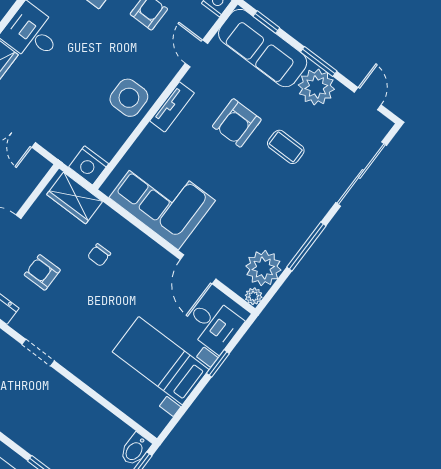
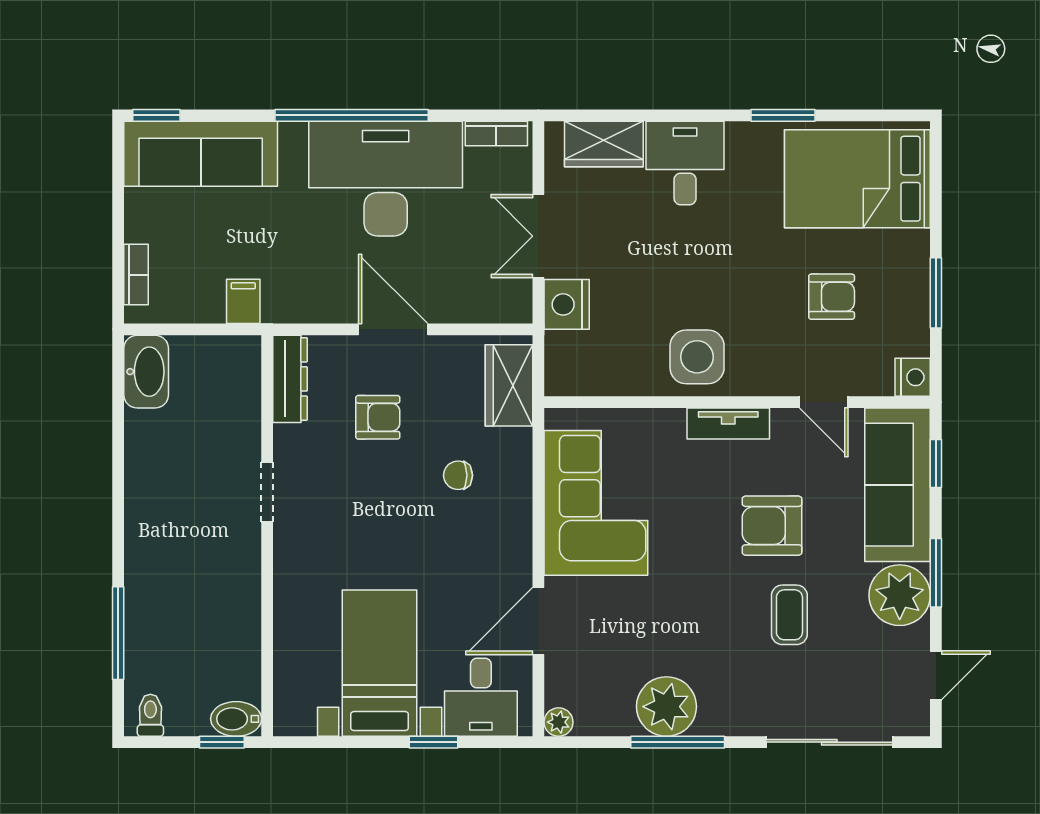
door: (196, 53) -> (824, 402), swing flipped
nightstand: (89, 165) -> (567, 304), moved
plant: (263, 268) -> (666, 707), moved
armchair: (42, 272) -> (378, 417), turned 90

